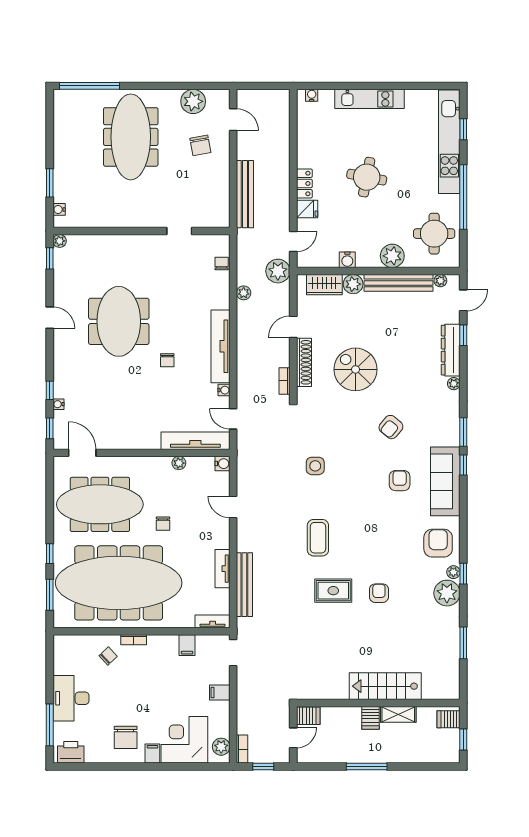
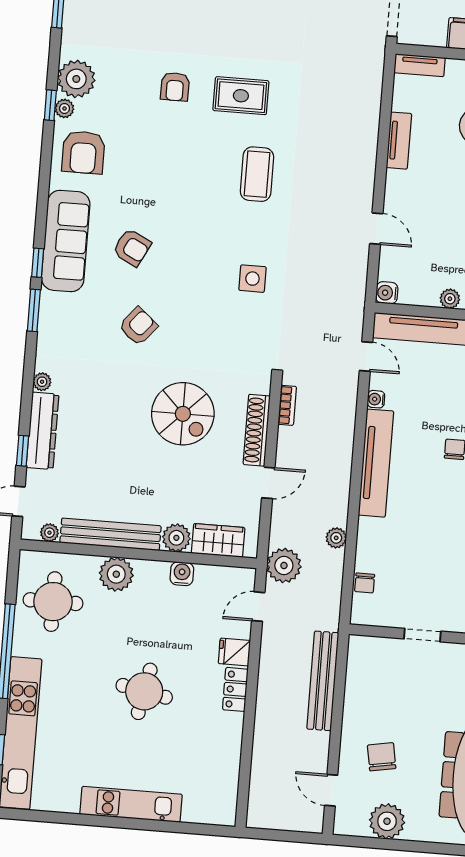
water cooler: (312, 95) -> (214, 816), removed
armchair: (400, 481) -> (132, 248), turned -63
bench: (244, 585) -> (369, 115), removed

